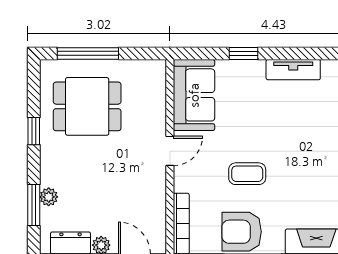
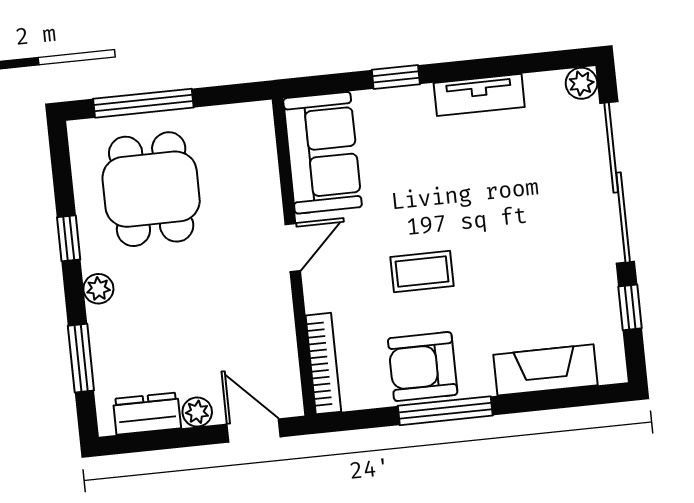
dining table: (87, 106) -> (151, 189), turned 90
plant: (49, 197) -> (98, 289), moved

